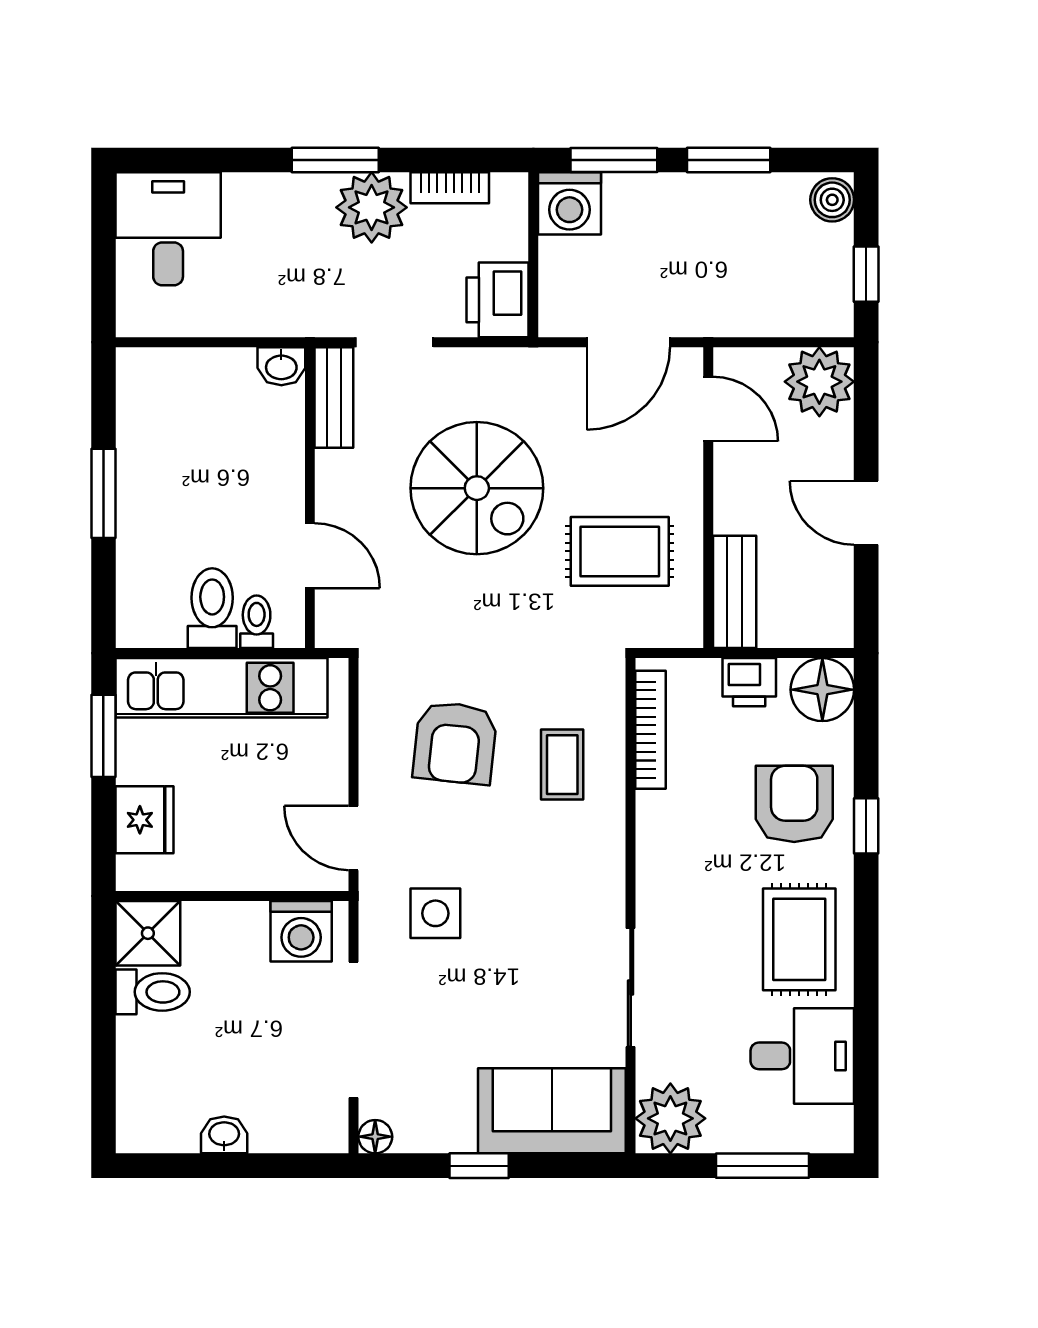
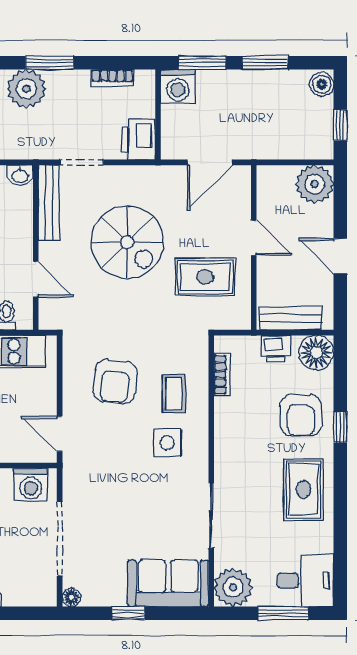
plant: (372, 207) -> (26, 89), moved
bench: (334, 397) -> (49, 203), width x1.36
door: (708, 409) -> (254, 238), moved
bench: (735, 592) -> (291, 318), moved, turned 90
bookcase: (651, 730) -> (222, 375), width x0.64
armchair: (794, 804) -> (301, 415), turned 180
side table: (435, 913) -> (167, 443), moved
desk: (802, 1056) -> (305, 580), moved

